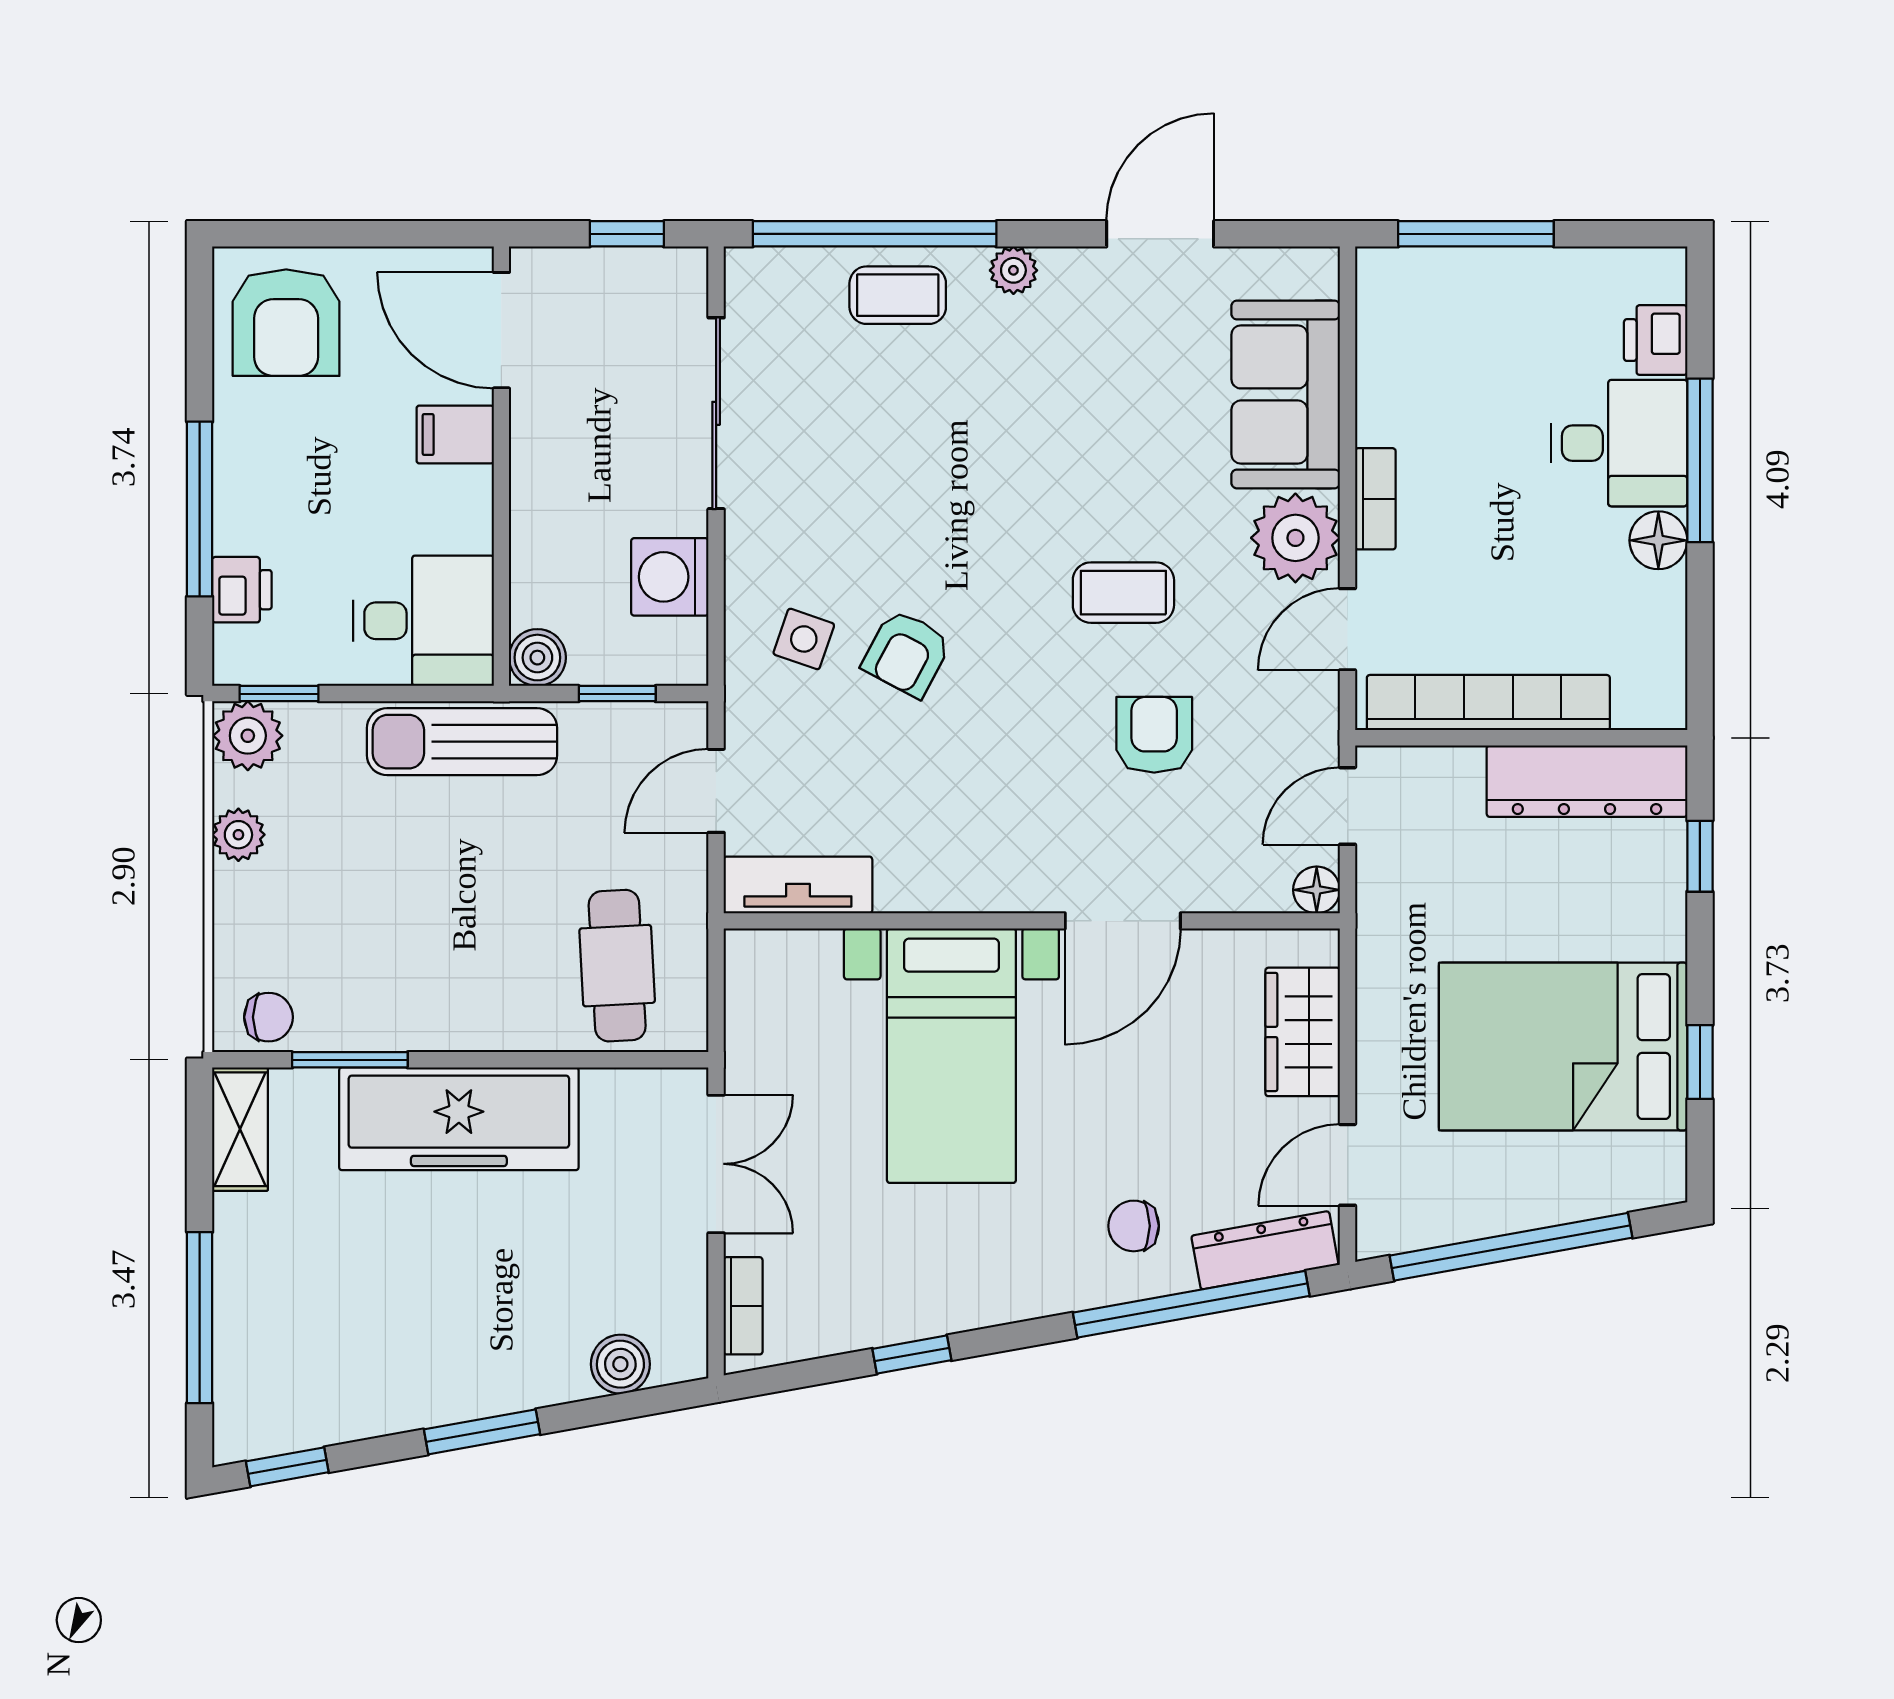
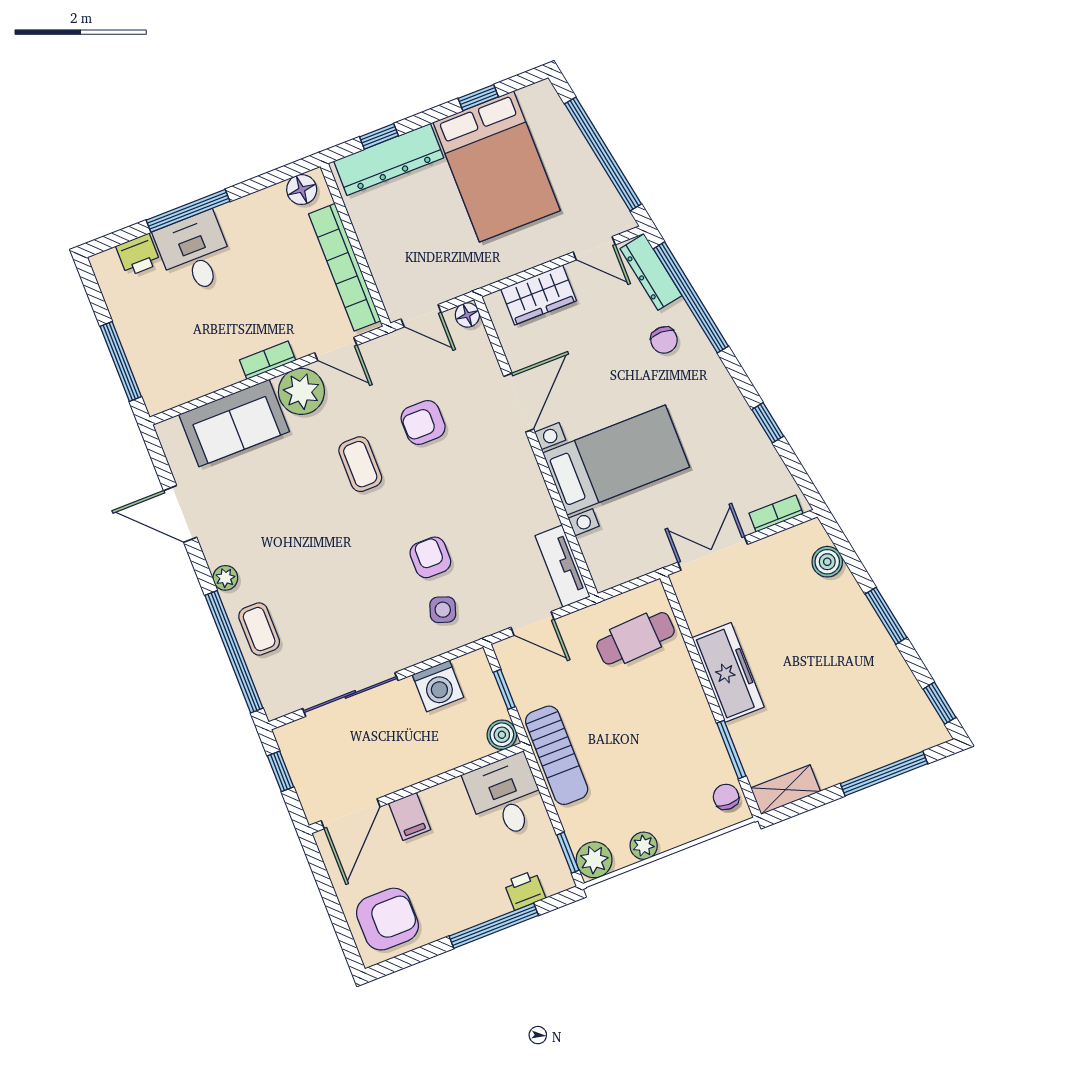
floor lamp: (1658, 540) -> (302, 190), moved
armchair: (907, 653) -> (430, 557), turned -118
dresser: (1587, 781) -> (389, 159), moved, turned 90
door: (1123, 921) -> (519, 403), hinge flipped
freezer: (459, 1119) -> (728, 672), width x0.73, depth x0.79

